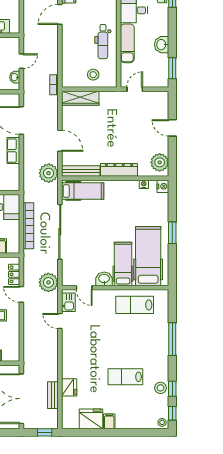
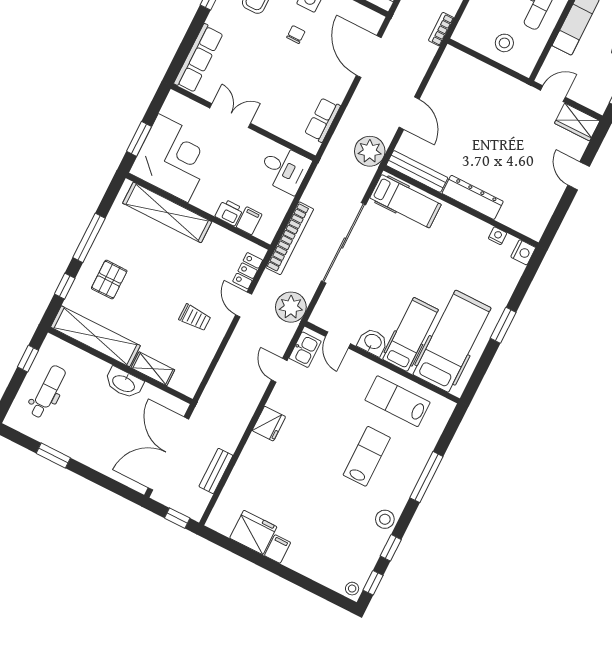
wardrobe: (80, 98) -> (577, 122), moved, width x0.67
row of seats: (13, 151) -> (322, 120), moved
plant: (160, 162) -> (536, 216), removed
bookcase: (28, 226) -> (290, 238), moved
lab bench: (125, 377) -> (367, 456), moved, turned 90
fridge: (69, 387) -> (269, 424), moved
stool: (160, 388) -> (385, 519), moved

